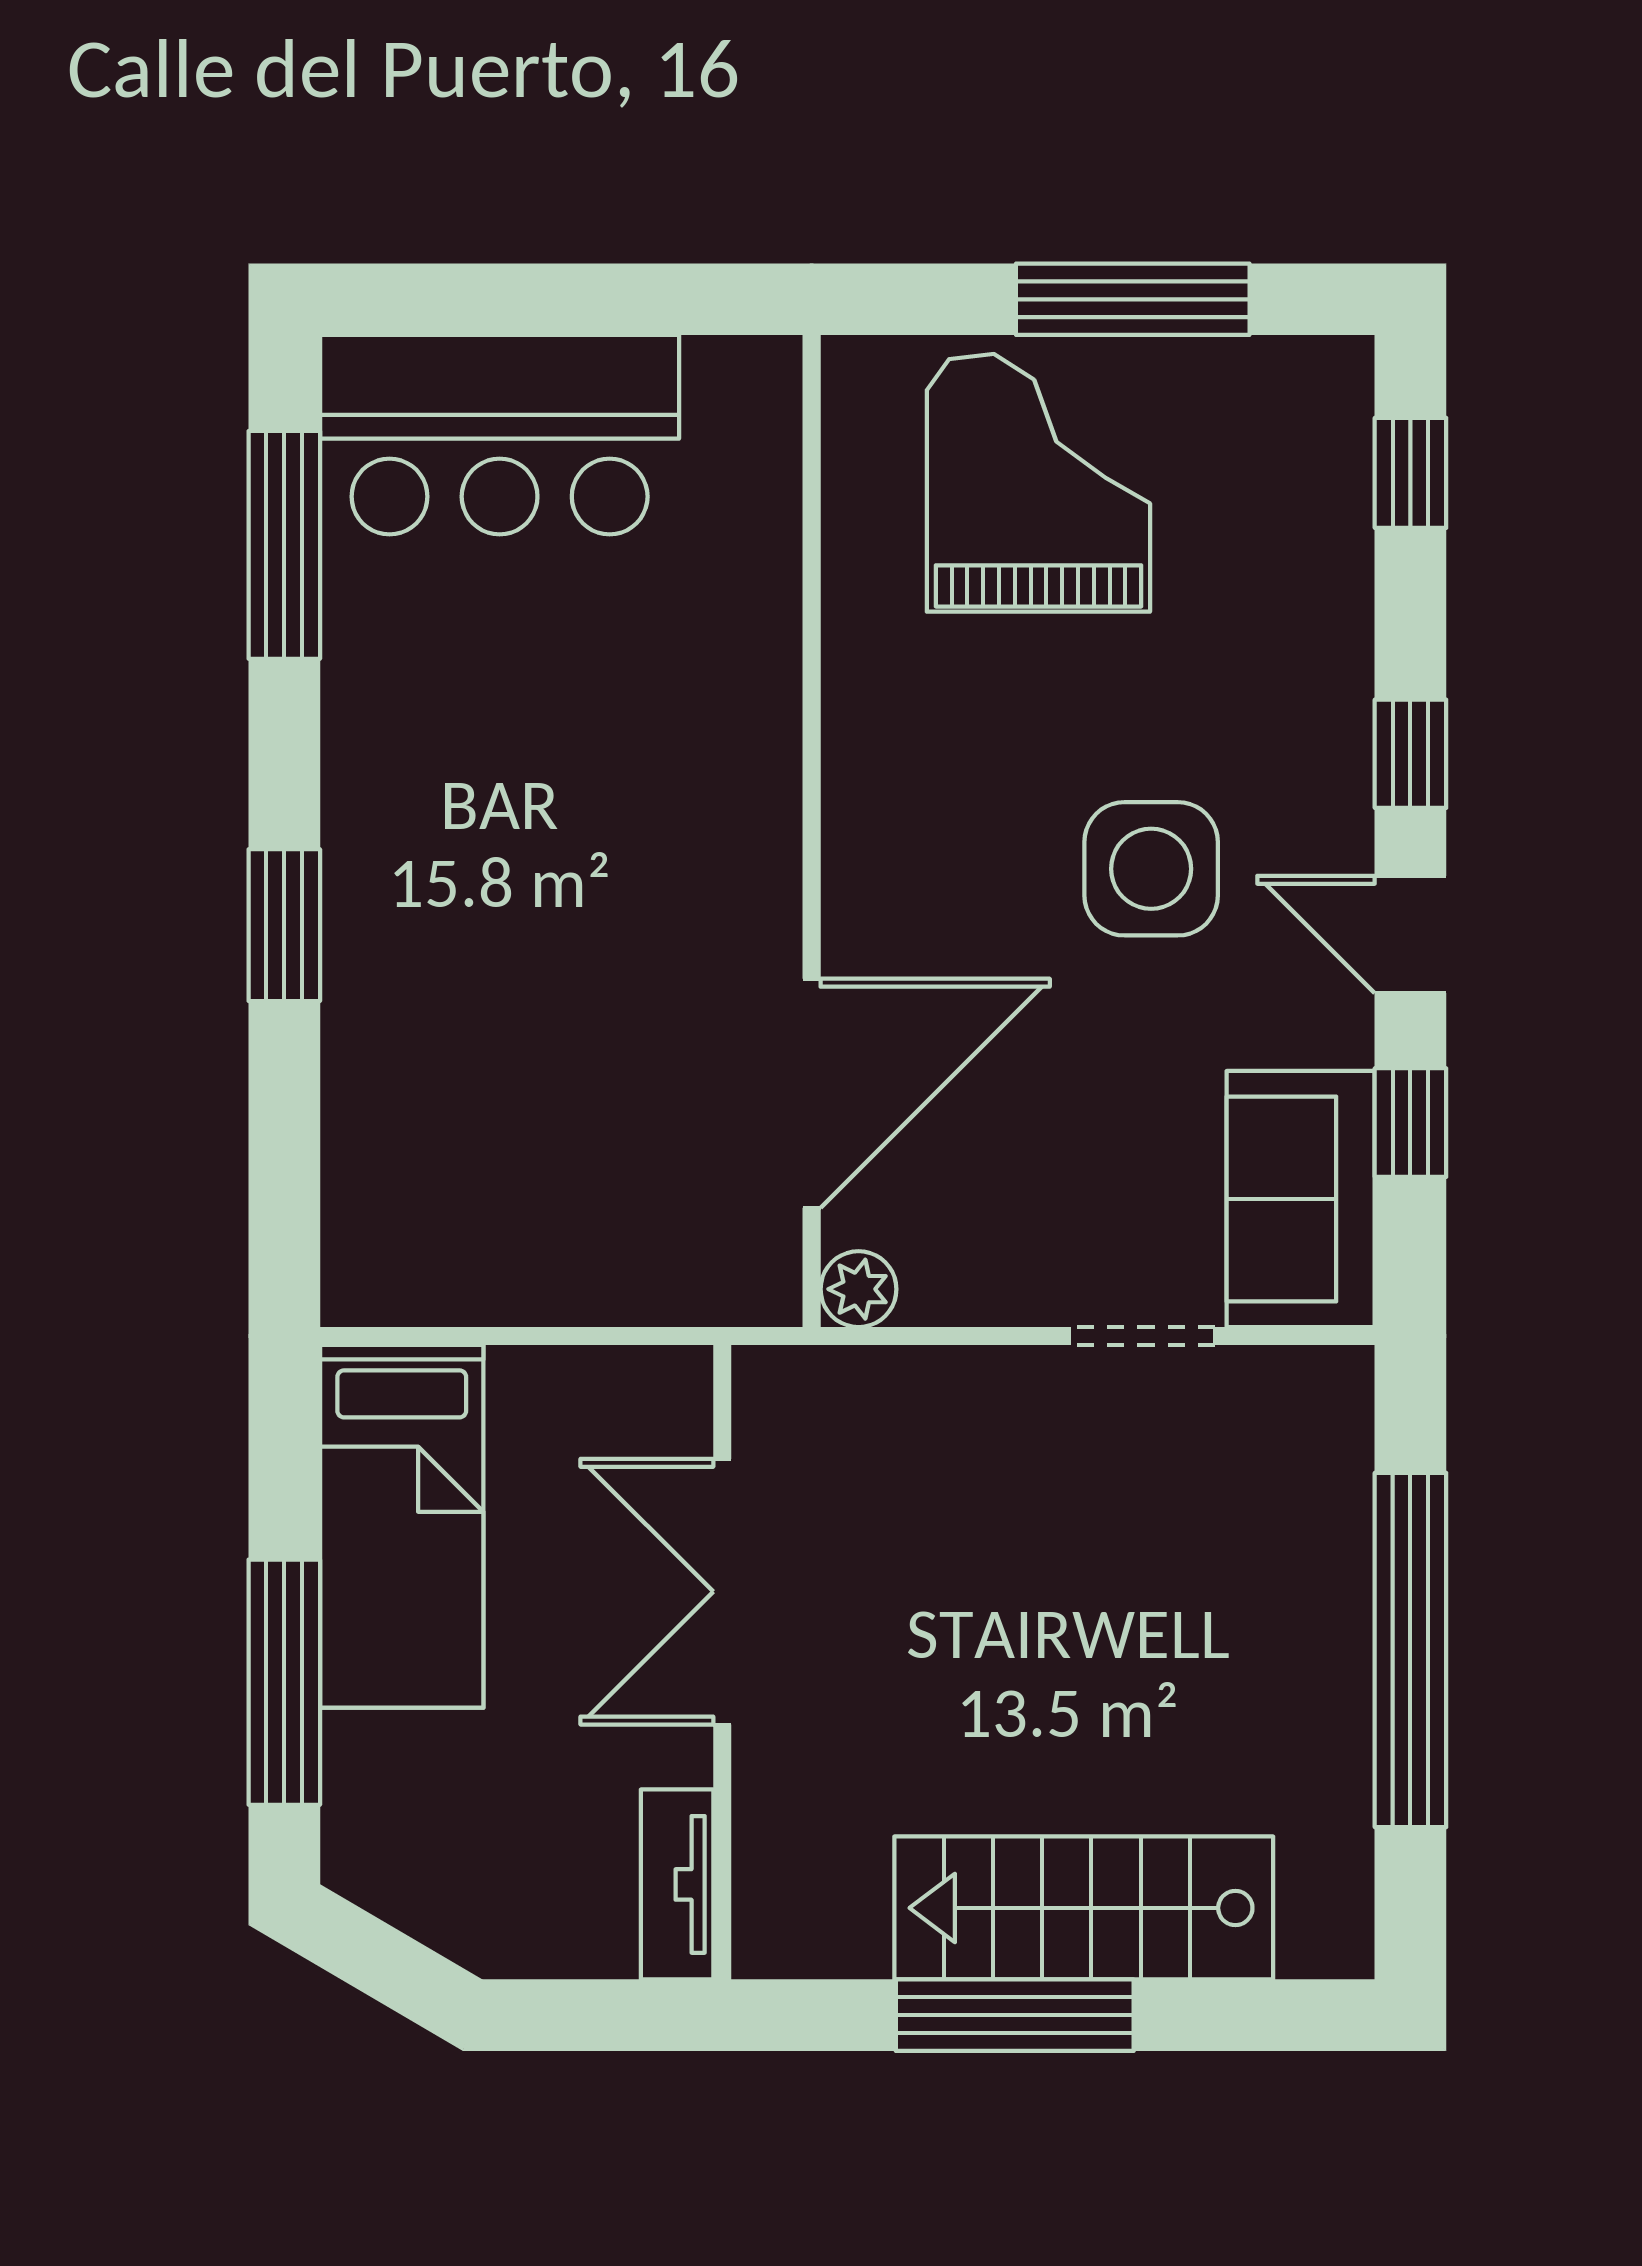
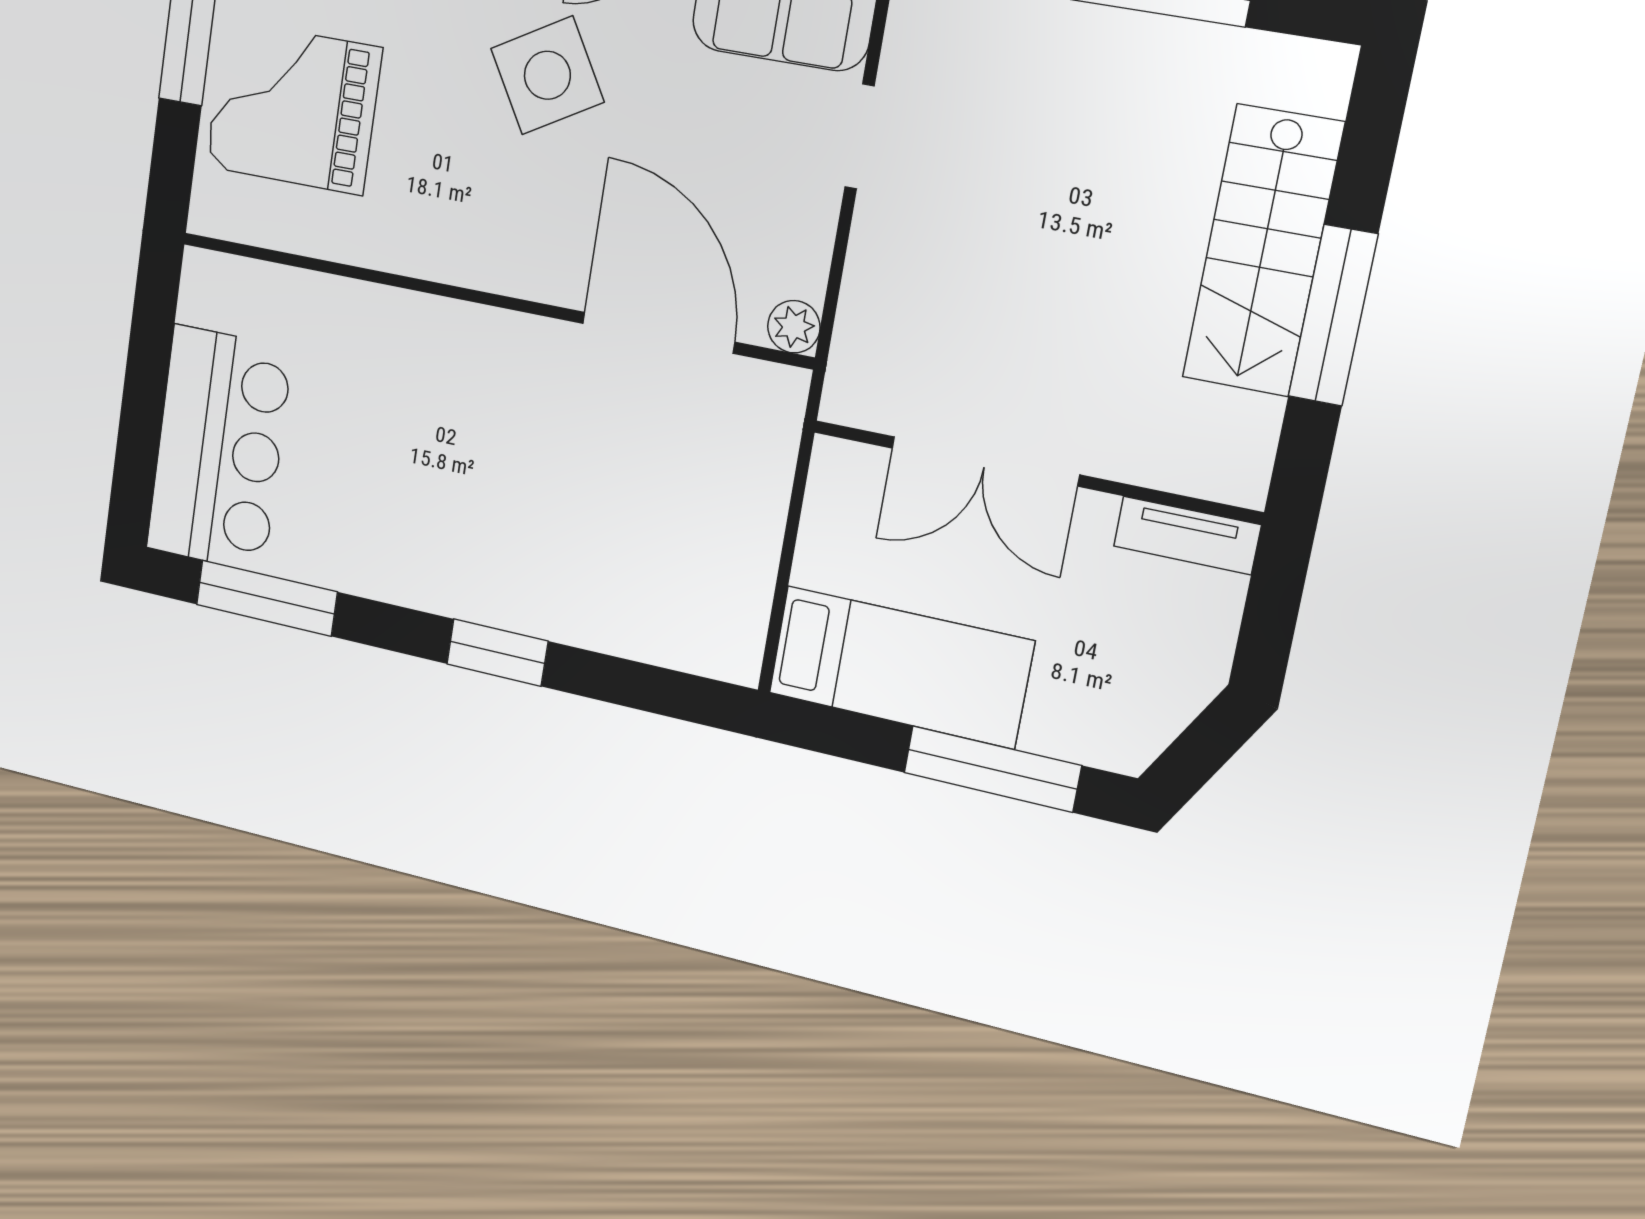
side table: (1151, 869) -> (547, 75), turned -30

